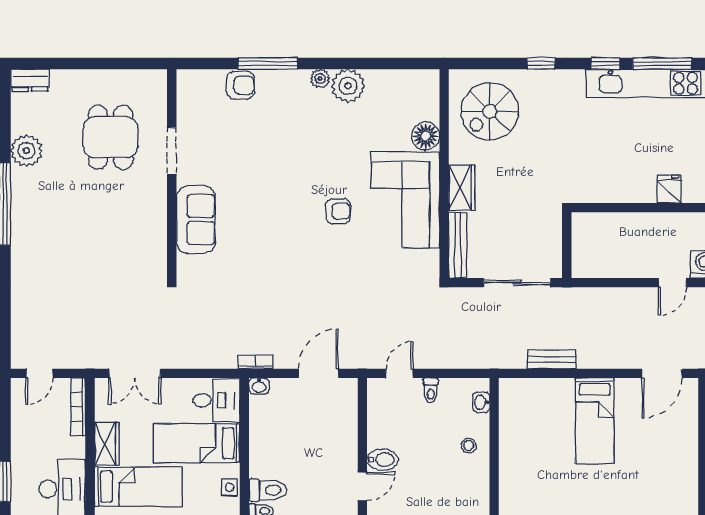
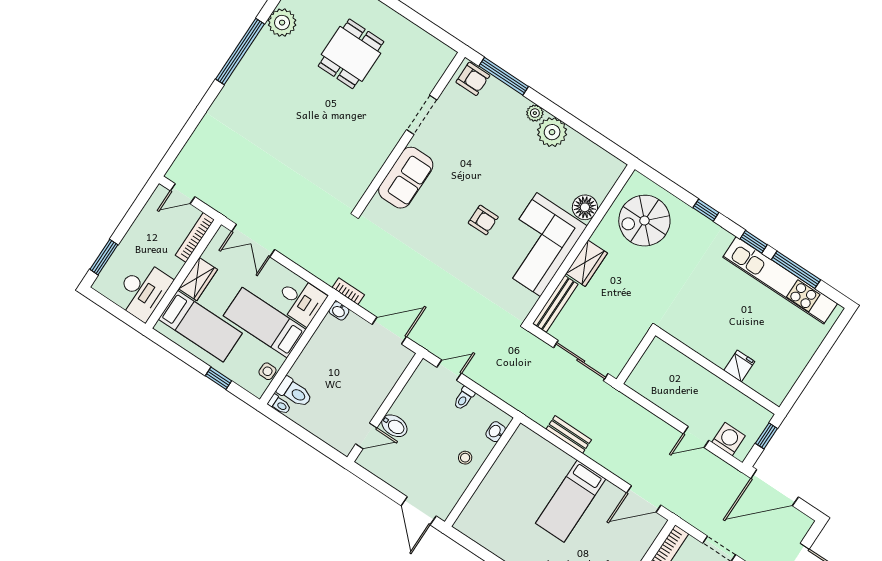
doorway: (172, 151) -> (422, 115), moved
wall: (172, 174) -> (410, 132), moved
sofa: (196, 219) -> (406, 178), moved

